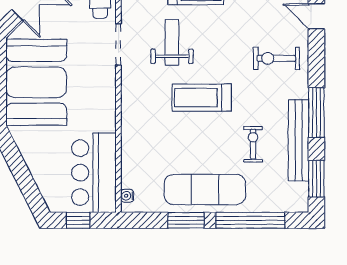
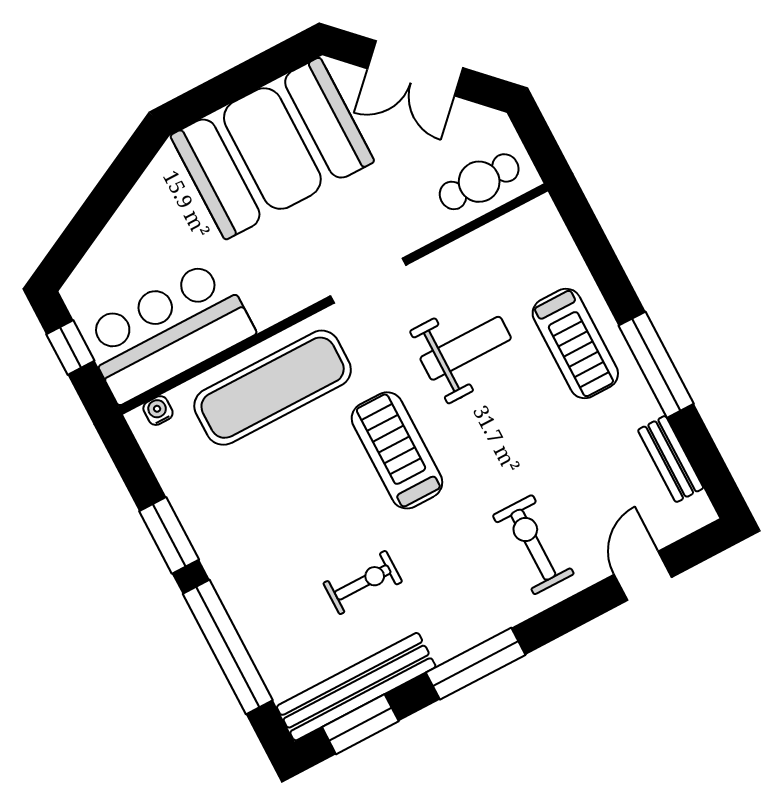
doorway: (118, 44) -> (368, 281), moved
bench: (298, 140) -> (356, 687), moved
exercise mat: (205, 189) -> (273, 388), moved, turned 90

